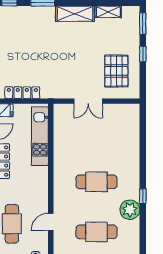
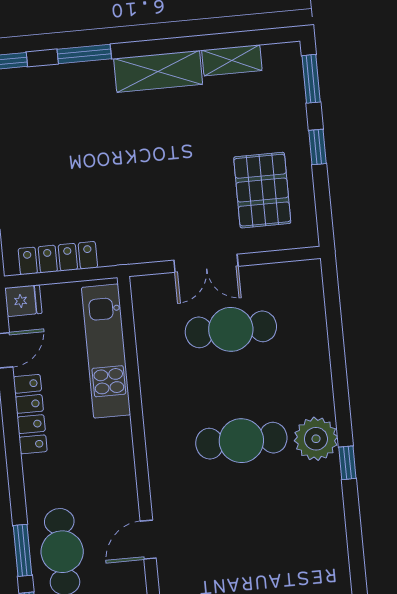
plant: (130, 210) -> (316, 439), moved
cafe table: (96, 232) -> (231, 329), moved

